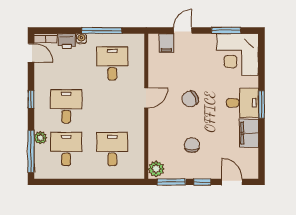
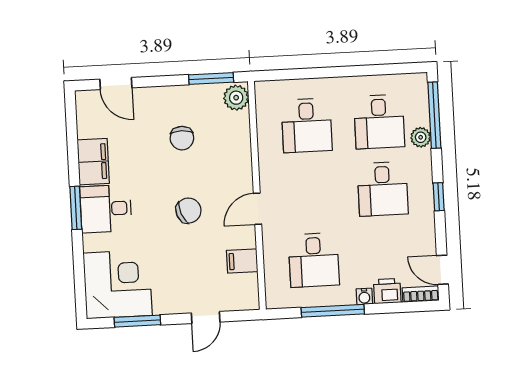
filing cabinet: (166, 43) -> (242, 261), moved, turned -90
window: (202, 182) -> (162, 81), removed

